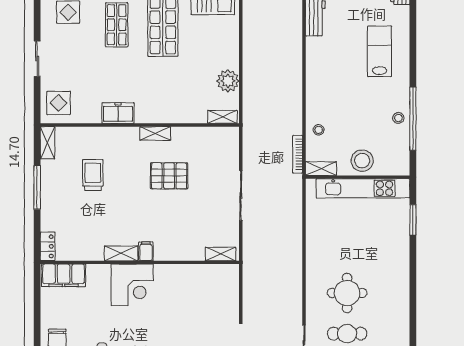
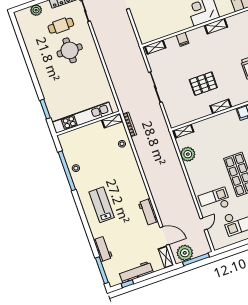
lab bench: (380, 51) -> (102, 205), turned 180
stool: (362, 161) -> (89, 134), removed
filing cabinet: (146, 251) -> (183, 39), moved

